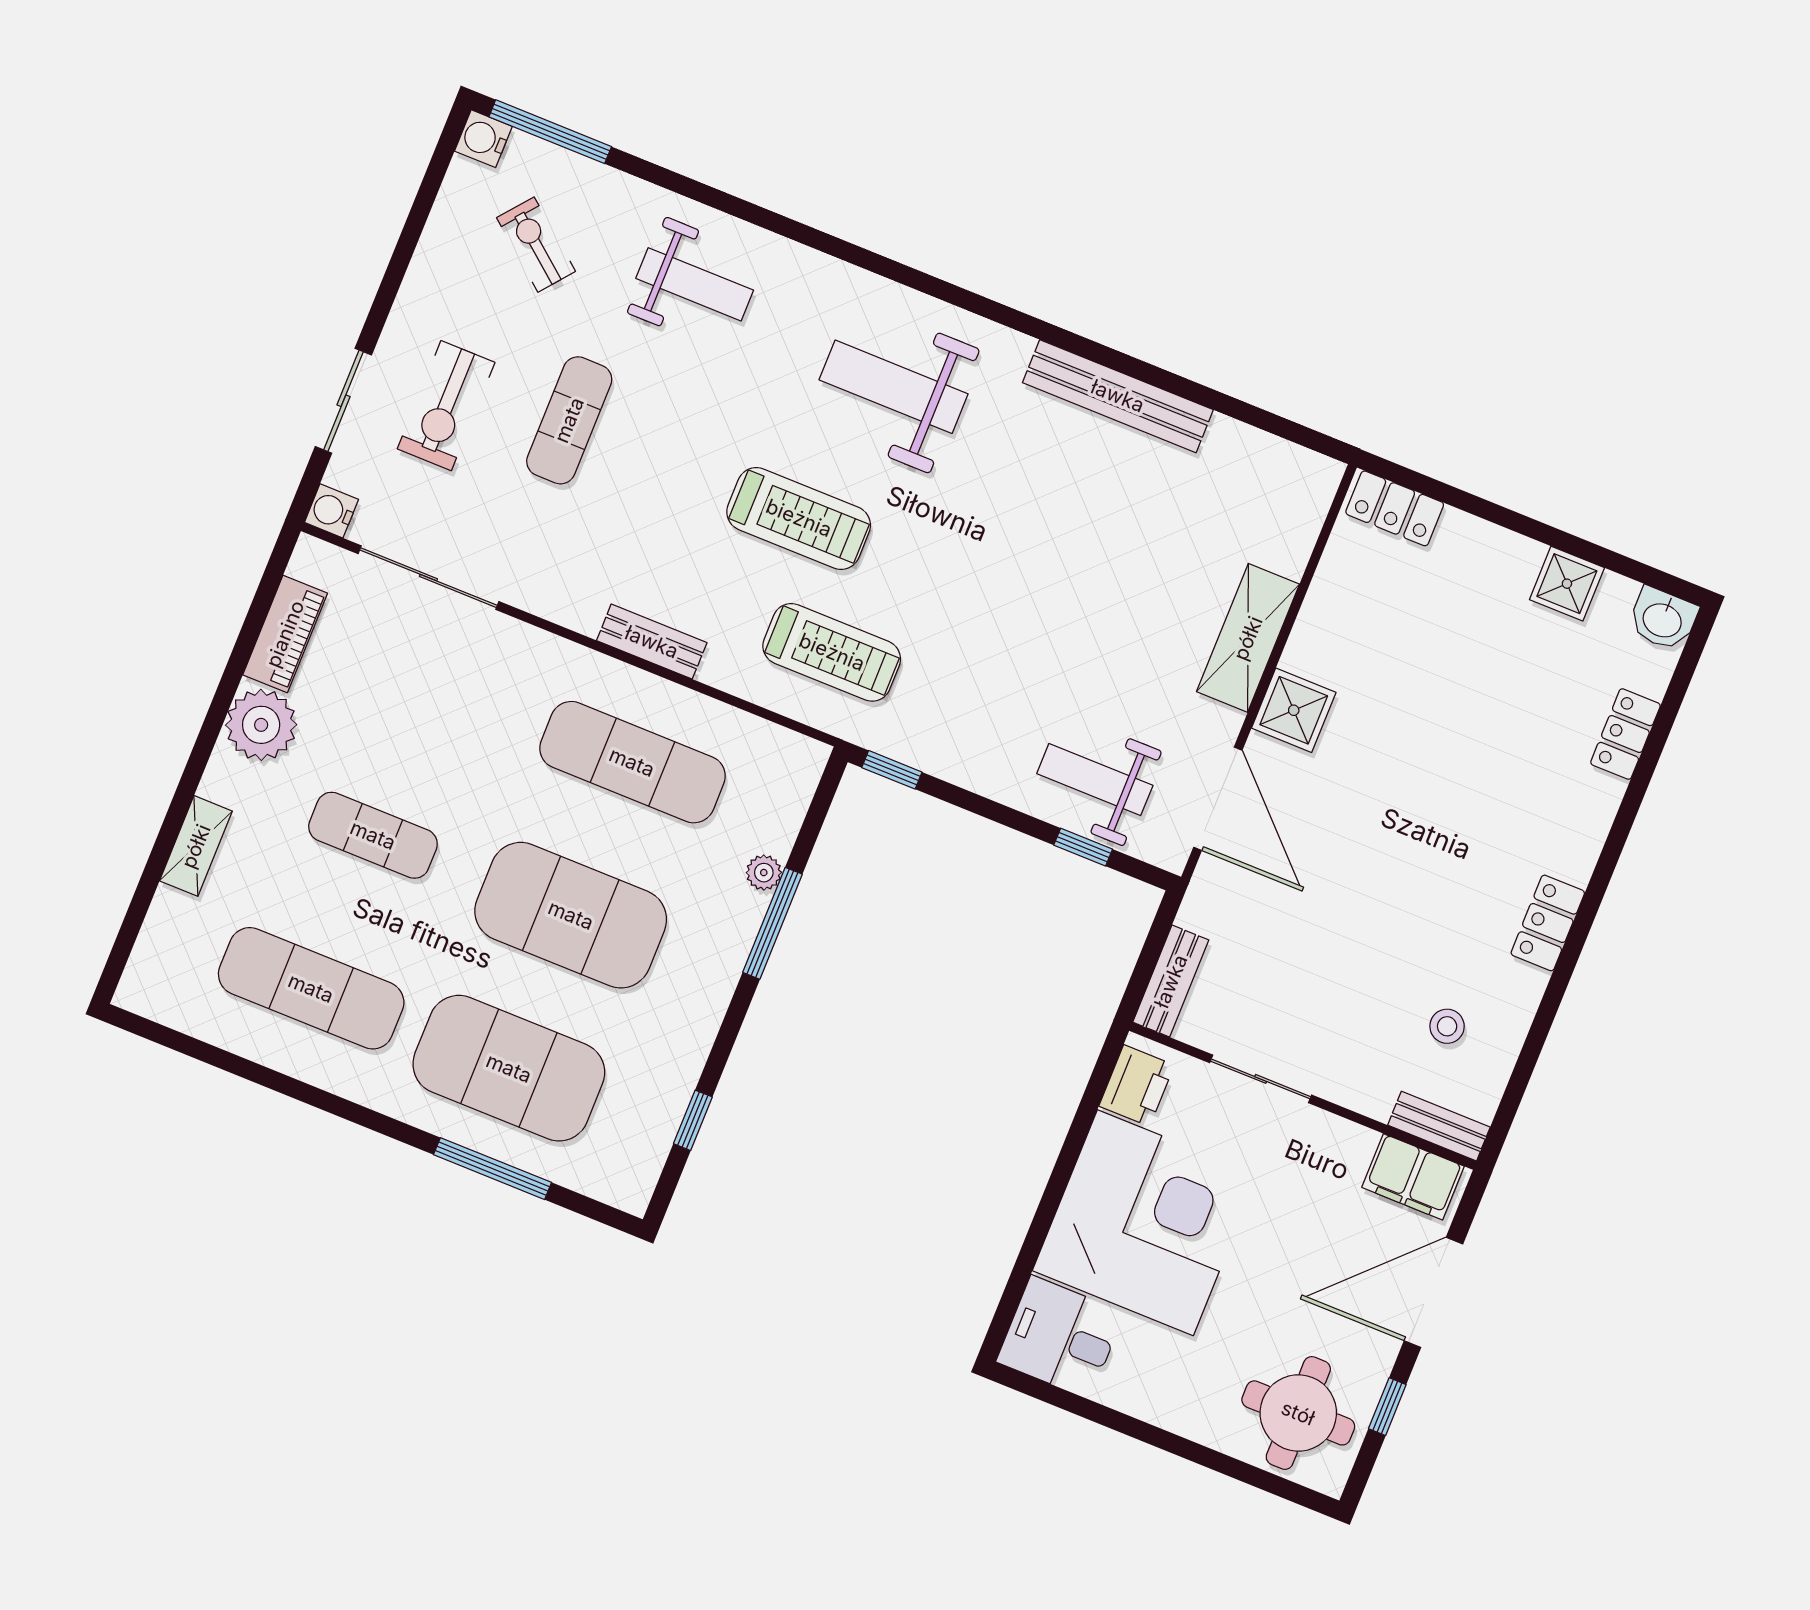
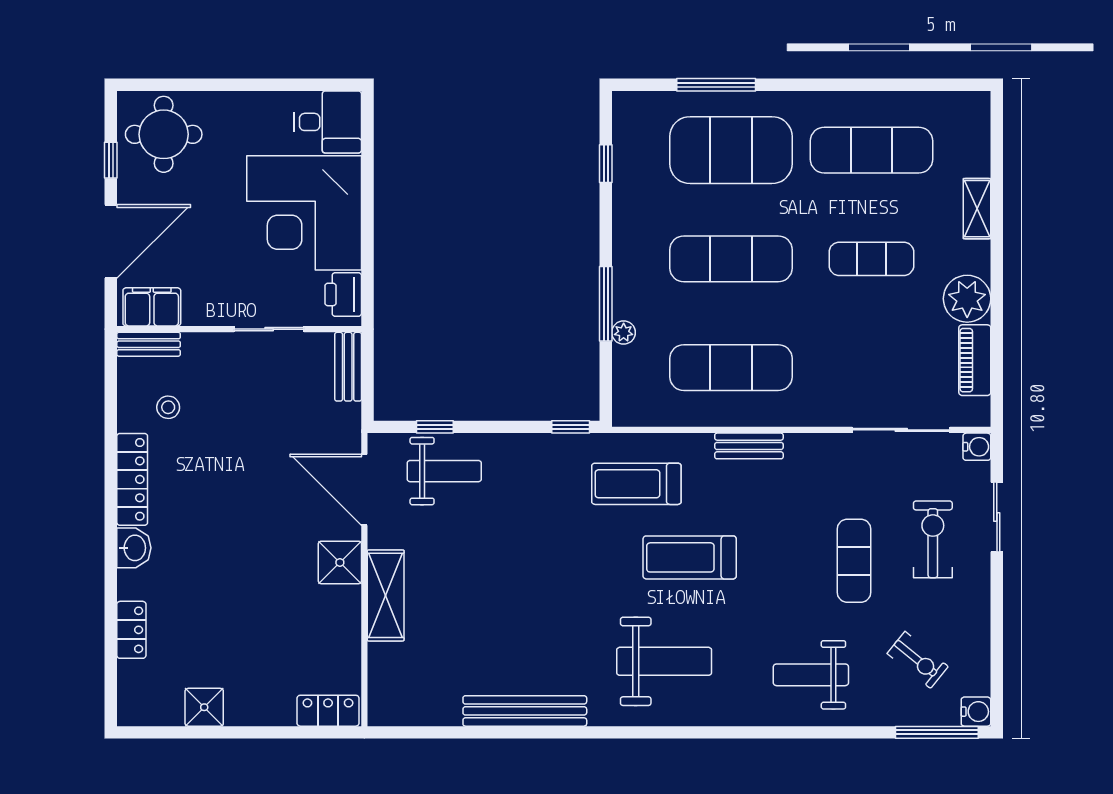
washbasin: (1663, 619) -> (134, 548), moved, turned 90
exercise mat: (571, 915) -> (731, 259), width x0.68
locker: (1548, 923) -> (132, 479), width x1.53

